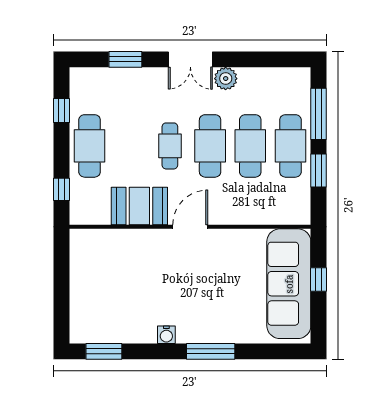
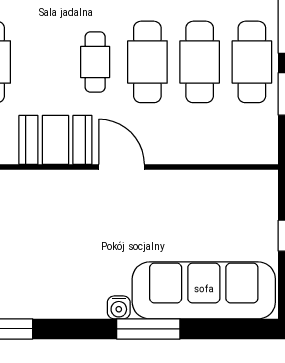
door: (190, 227) -> (122, 167), hinge flipped
sofa: (289, 284) -> (204, 290), moved, turned 90
water cooler: (166, 335) -> (119, 307), moved

